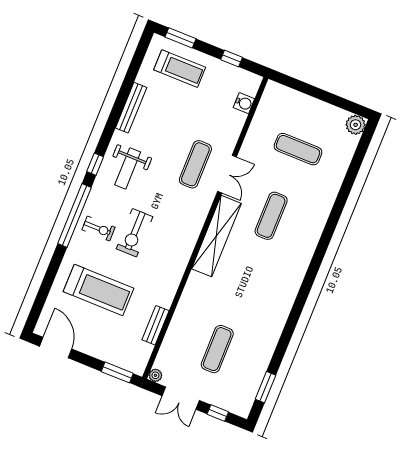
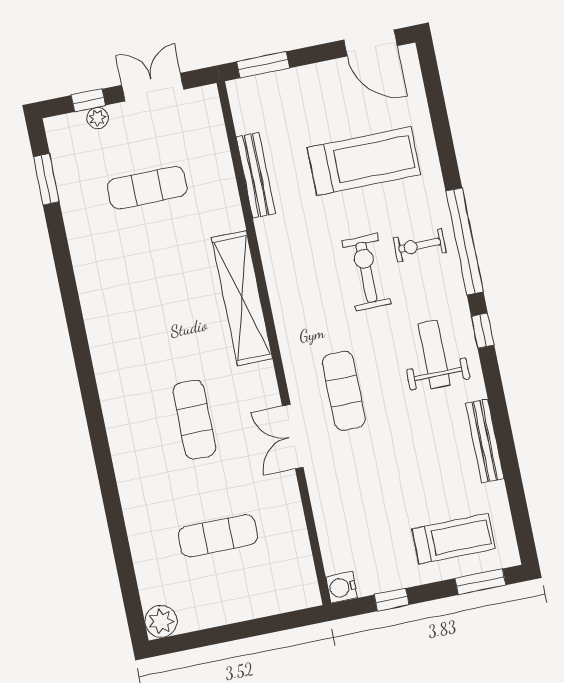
treadmill: (180, 69) -> (454, 539), turned 180
water cooler: (244, 103) -> (342, 587), moved
exercise mat: (195, 164) -> (344, 391), moved
shelving: (216, 236) -> (242, 298), moved
treadmill: (99, 290) -> (364, 161), turned 180
bench: (155, 325) -> (256, 175), width x1.36
exercise mat: (217, 349) -> (147, 188), turned 90
plant: (155, 375) -> (98, 118), moved

